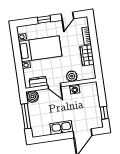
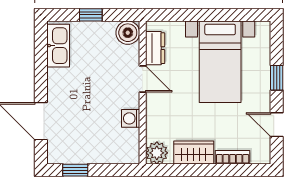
plant: (72, 76) -> (157, 153), moved
door: (54, 86) -> (143, 79), swing flipped
window: (26, 116) -> (91, 15), width x0.46
kitchen sink: (61, 128) -> (58, 46), moved

